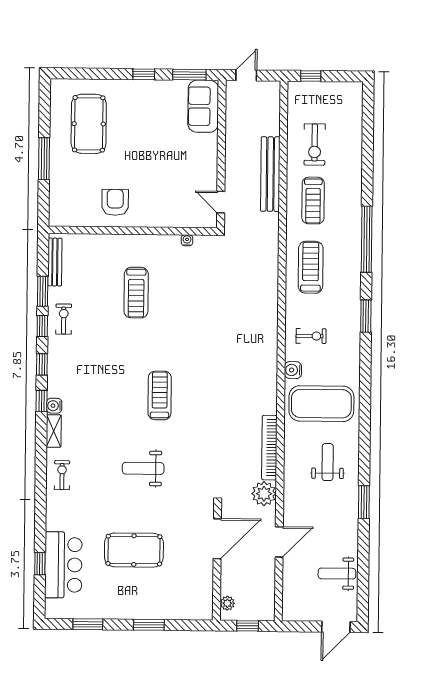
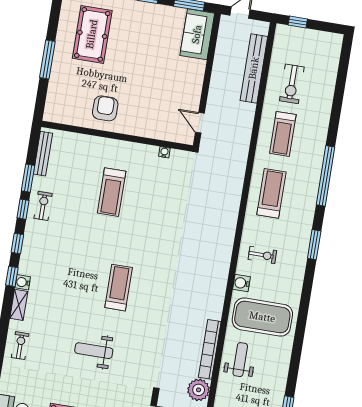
bench: (270, 174) -> (254, 68), moved
weight bench: (328, 462) -> (240, 360), moved

